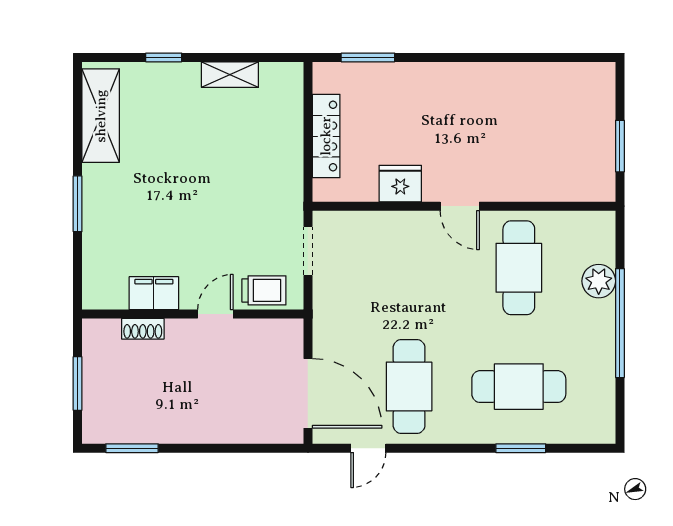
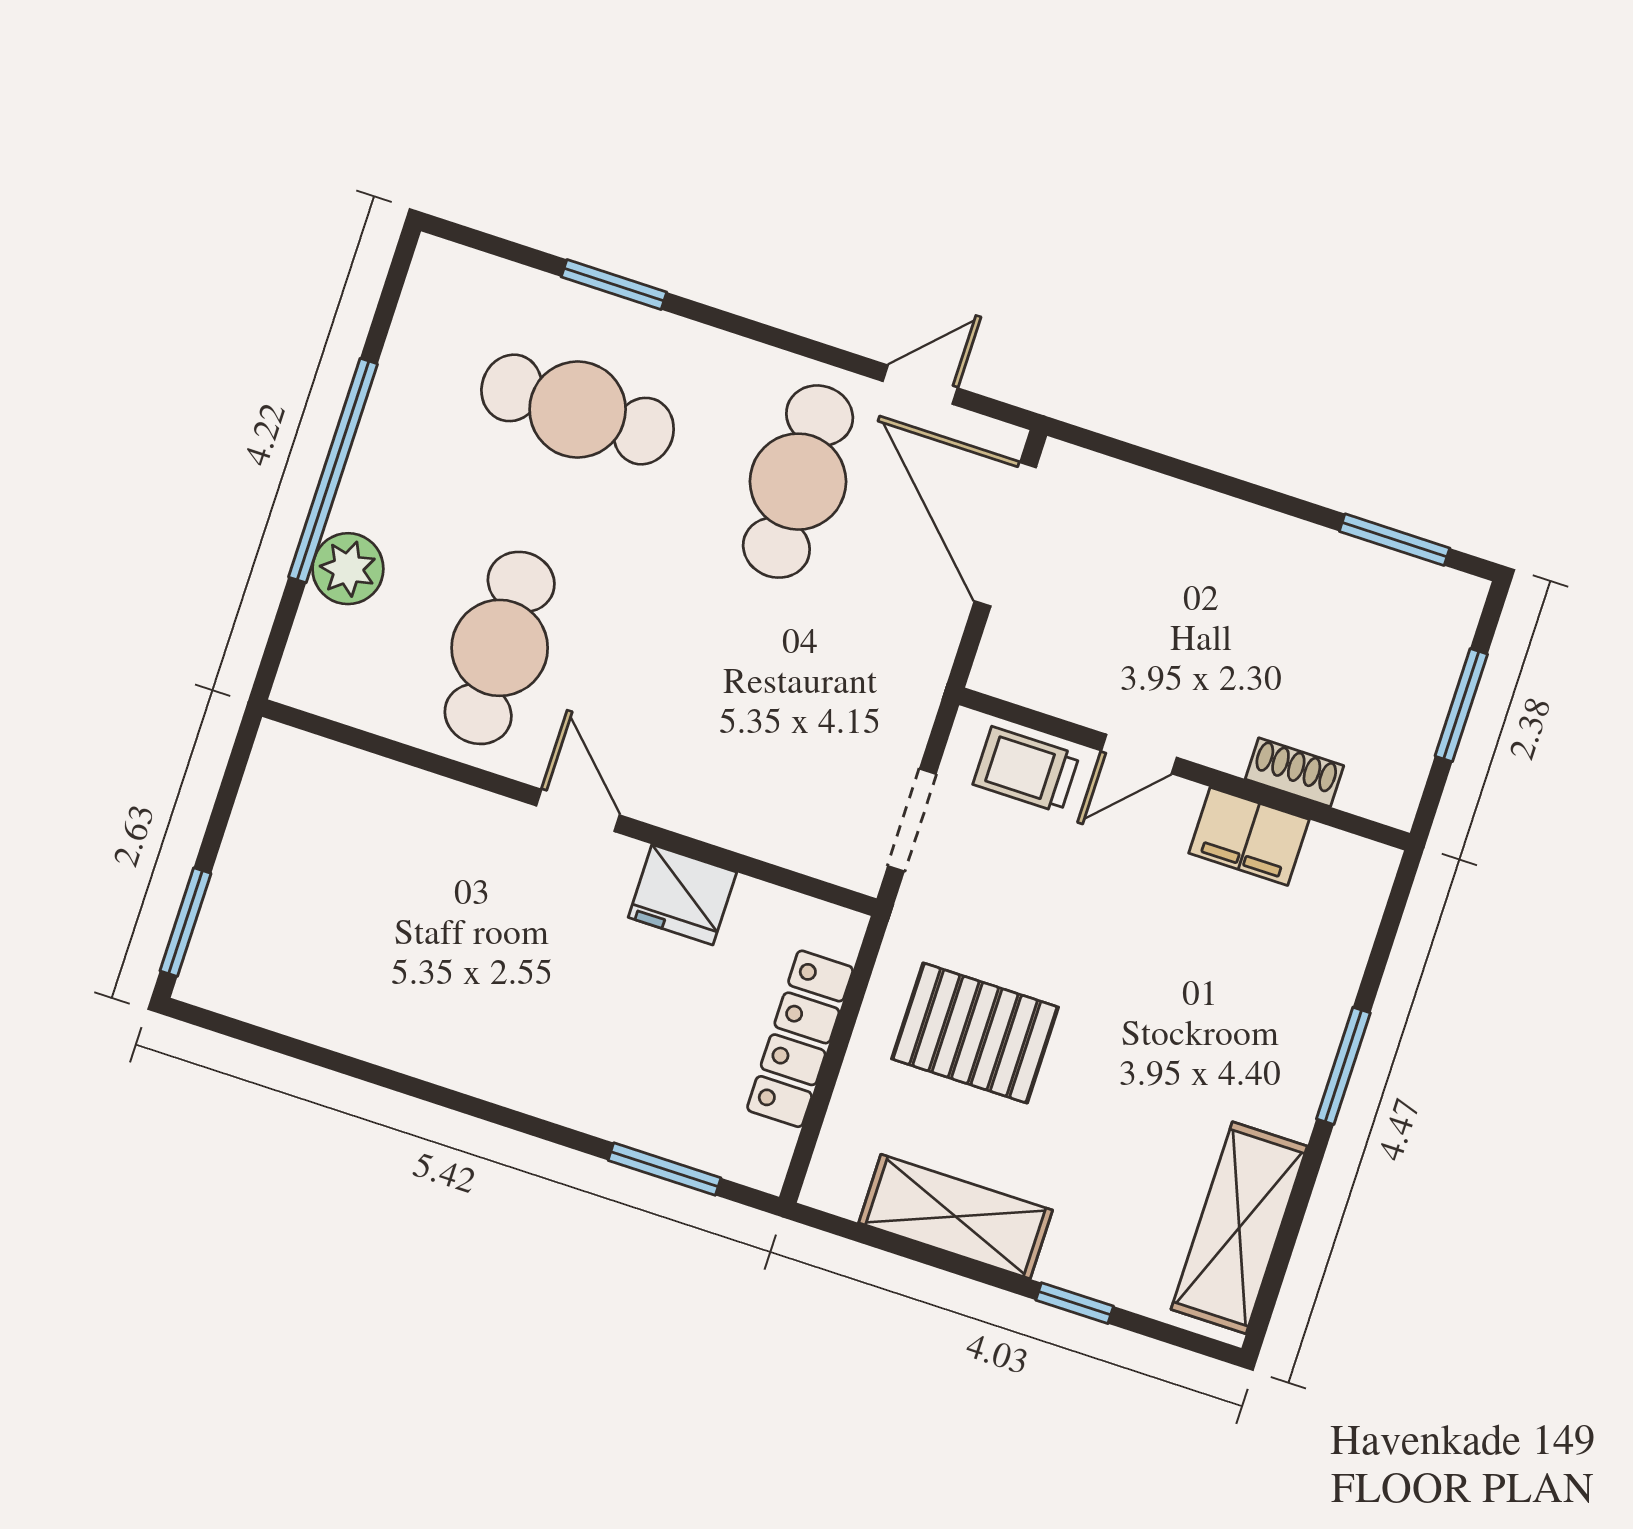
shelving: (230, 75) -> (956, 1217), width x1.50, depth x1.33
window: (620, 146) -> (185, 922), moved
pallet: (248, 164) -> (975, 1033), added

